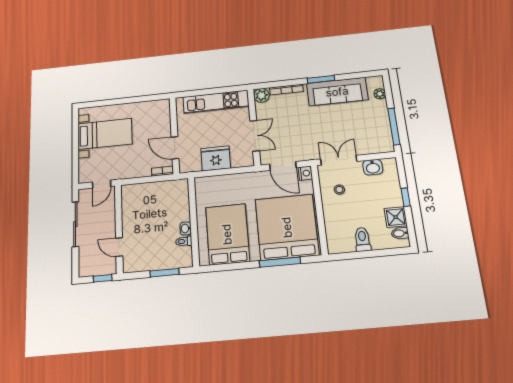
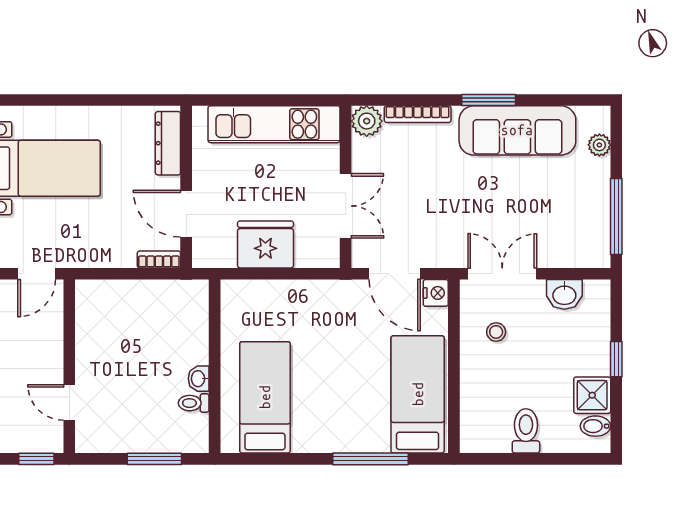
dresser: (164, 116) -> (168, 143), added
bed: (287, 227) -> (418, 394), width x0.49
bed: (227, 234) -> (265, 397), width x0.67

